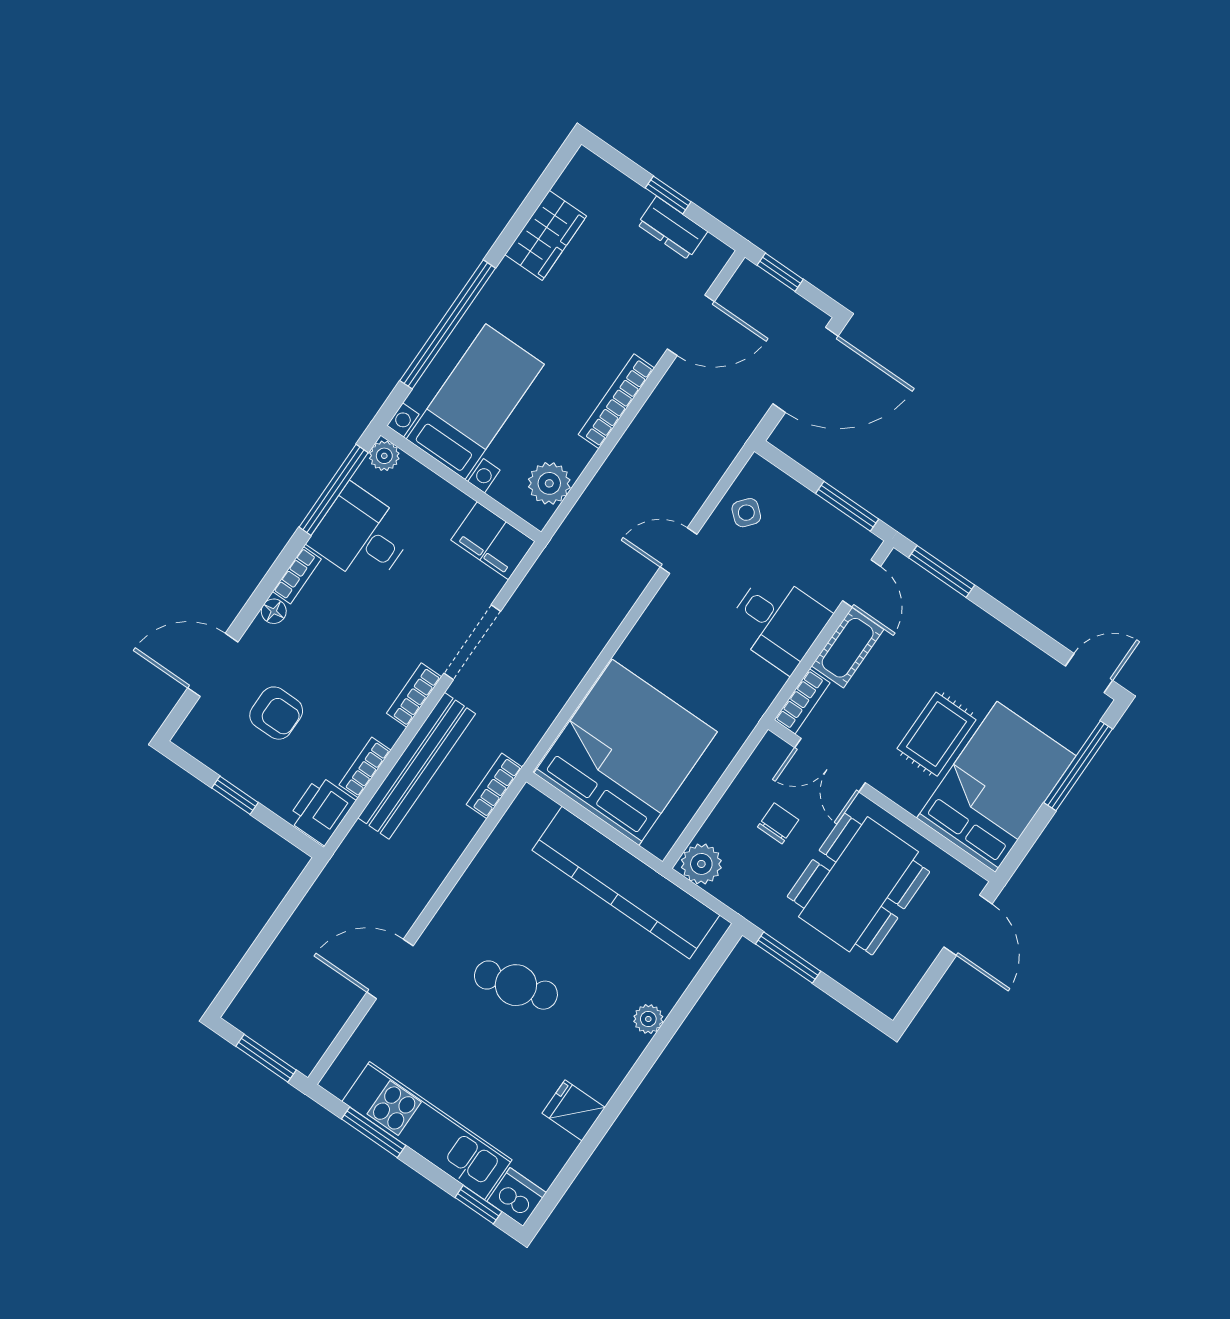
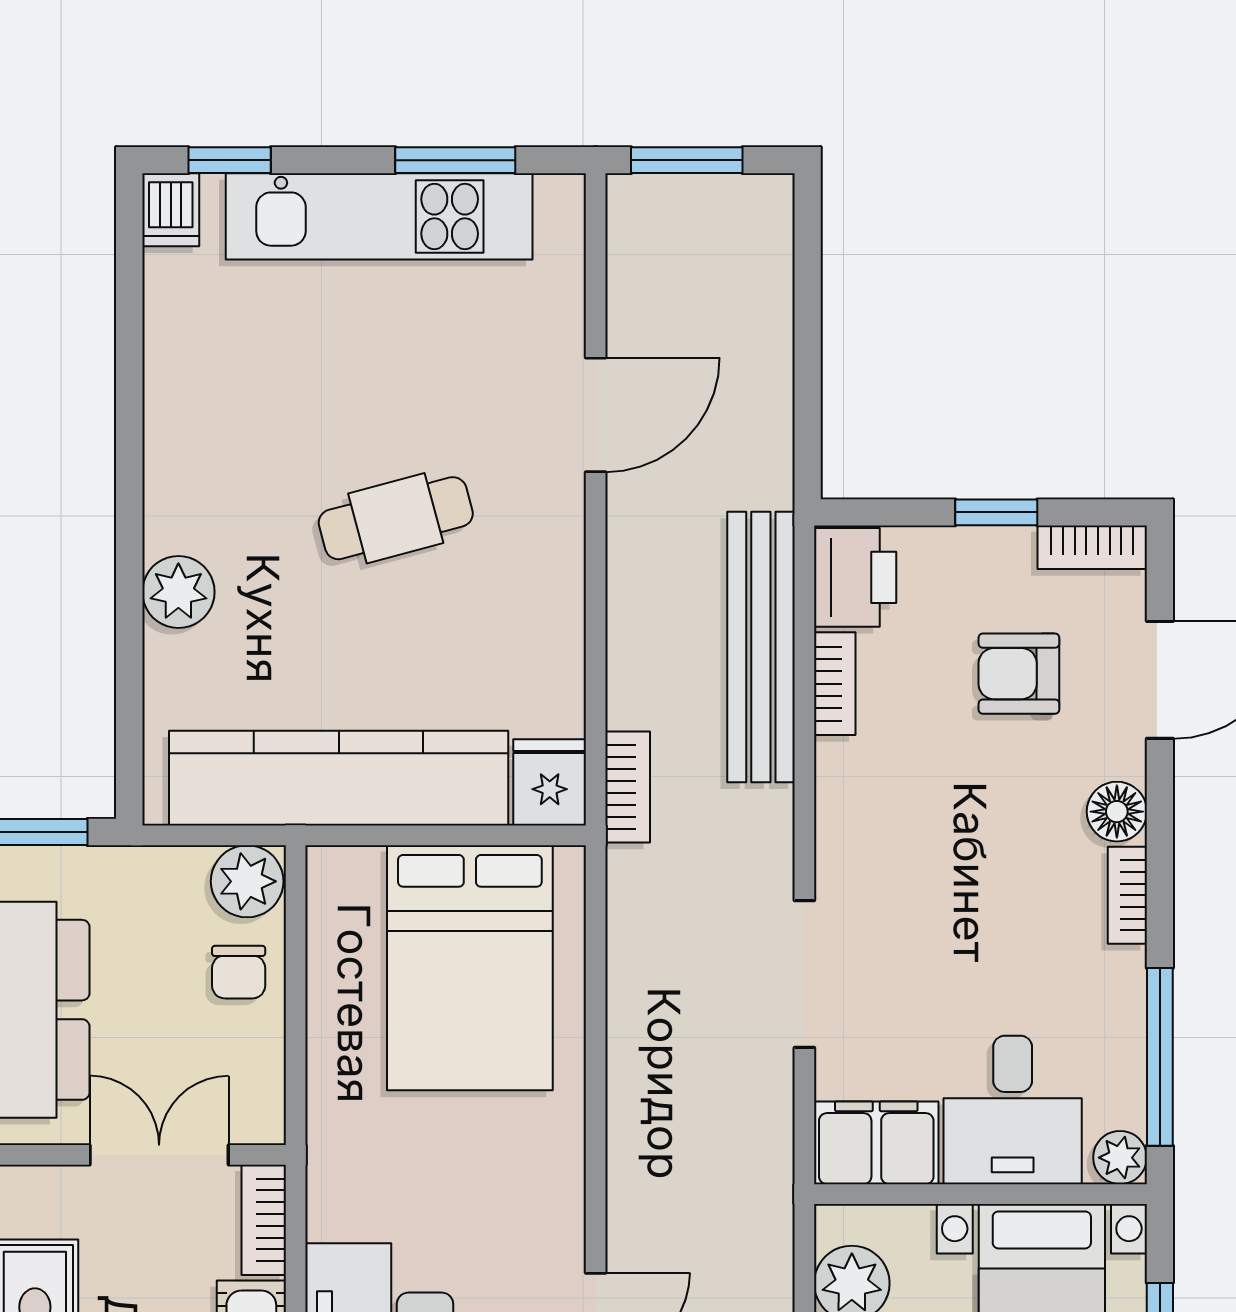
desk: (362, 536) -> (1013, 1110), moved, turned 90
floor lamp: (274, 611) -> (1117, 812), width x1.37, depth x1.37
bookcase: (414, 695) -> (1092, 547), moved, turned 90
bed: (626, 752) -> (470, 968), width x0.73
bench: (417, 766) -> (761, 647), moved
chair: (778, 823) -> (239, 972), moved
plant: (648, 1019) -> (178, 592), width x1.38, depth x1.38
fridge: (574, 1110) -> (550, 782), moved, turned -90
dishwasher: (517, 1197) -> (171, 210), width x0.73

